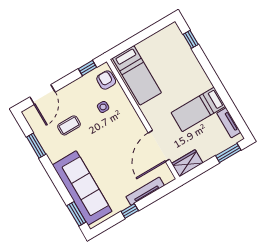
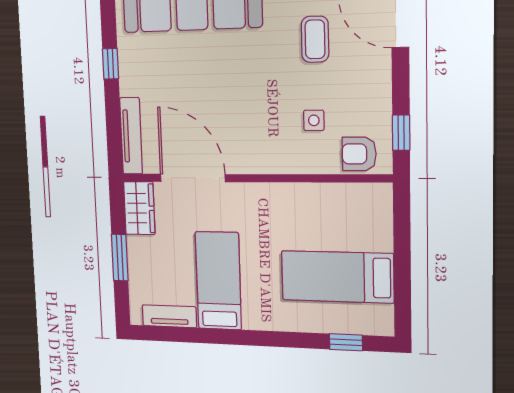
bed: (137, 75) -> (337, 277), moved
armchair: (106, 80) -> (359, 154), turned 180
window: (228, 153) -> (120, 258), moved
tv unit: (145, 191) -> (131, 136), moved

